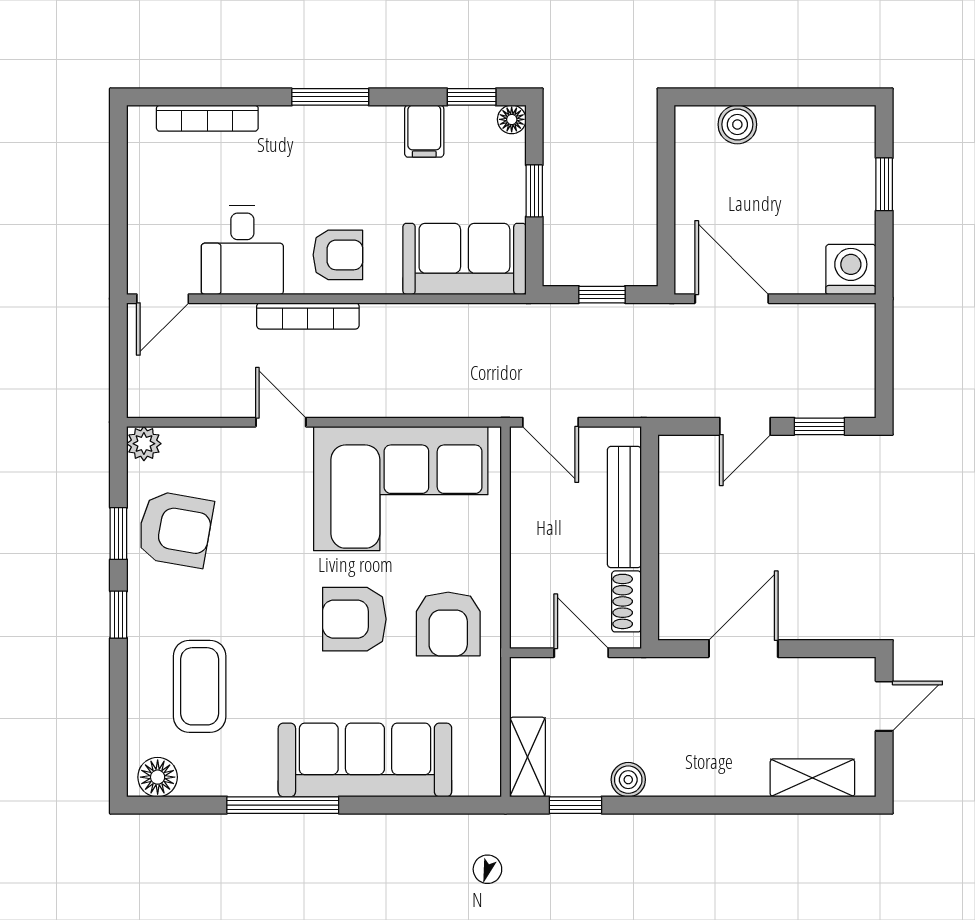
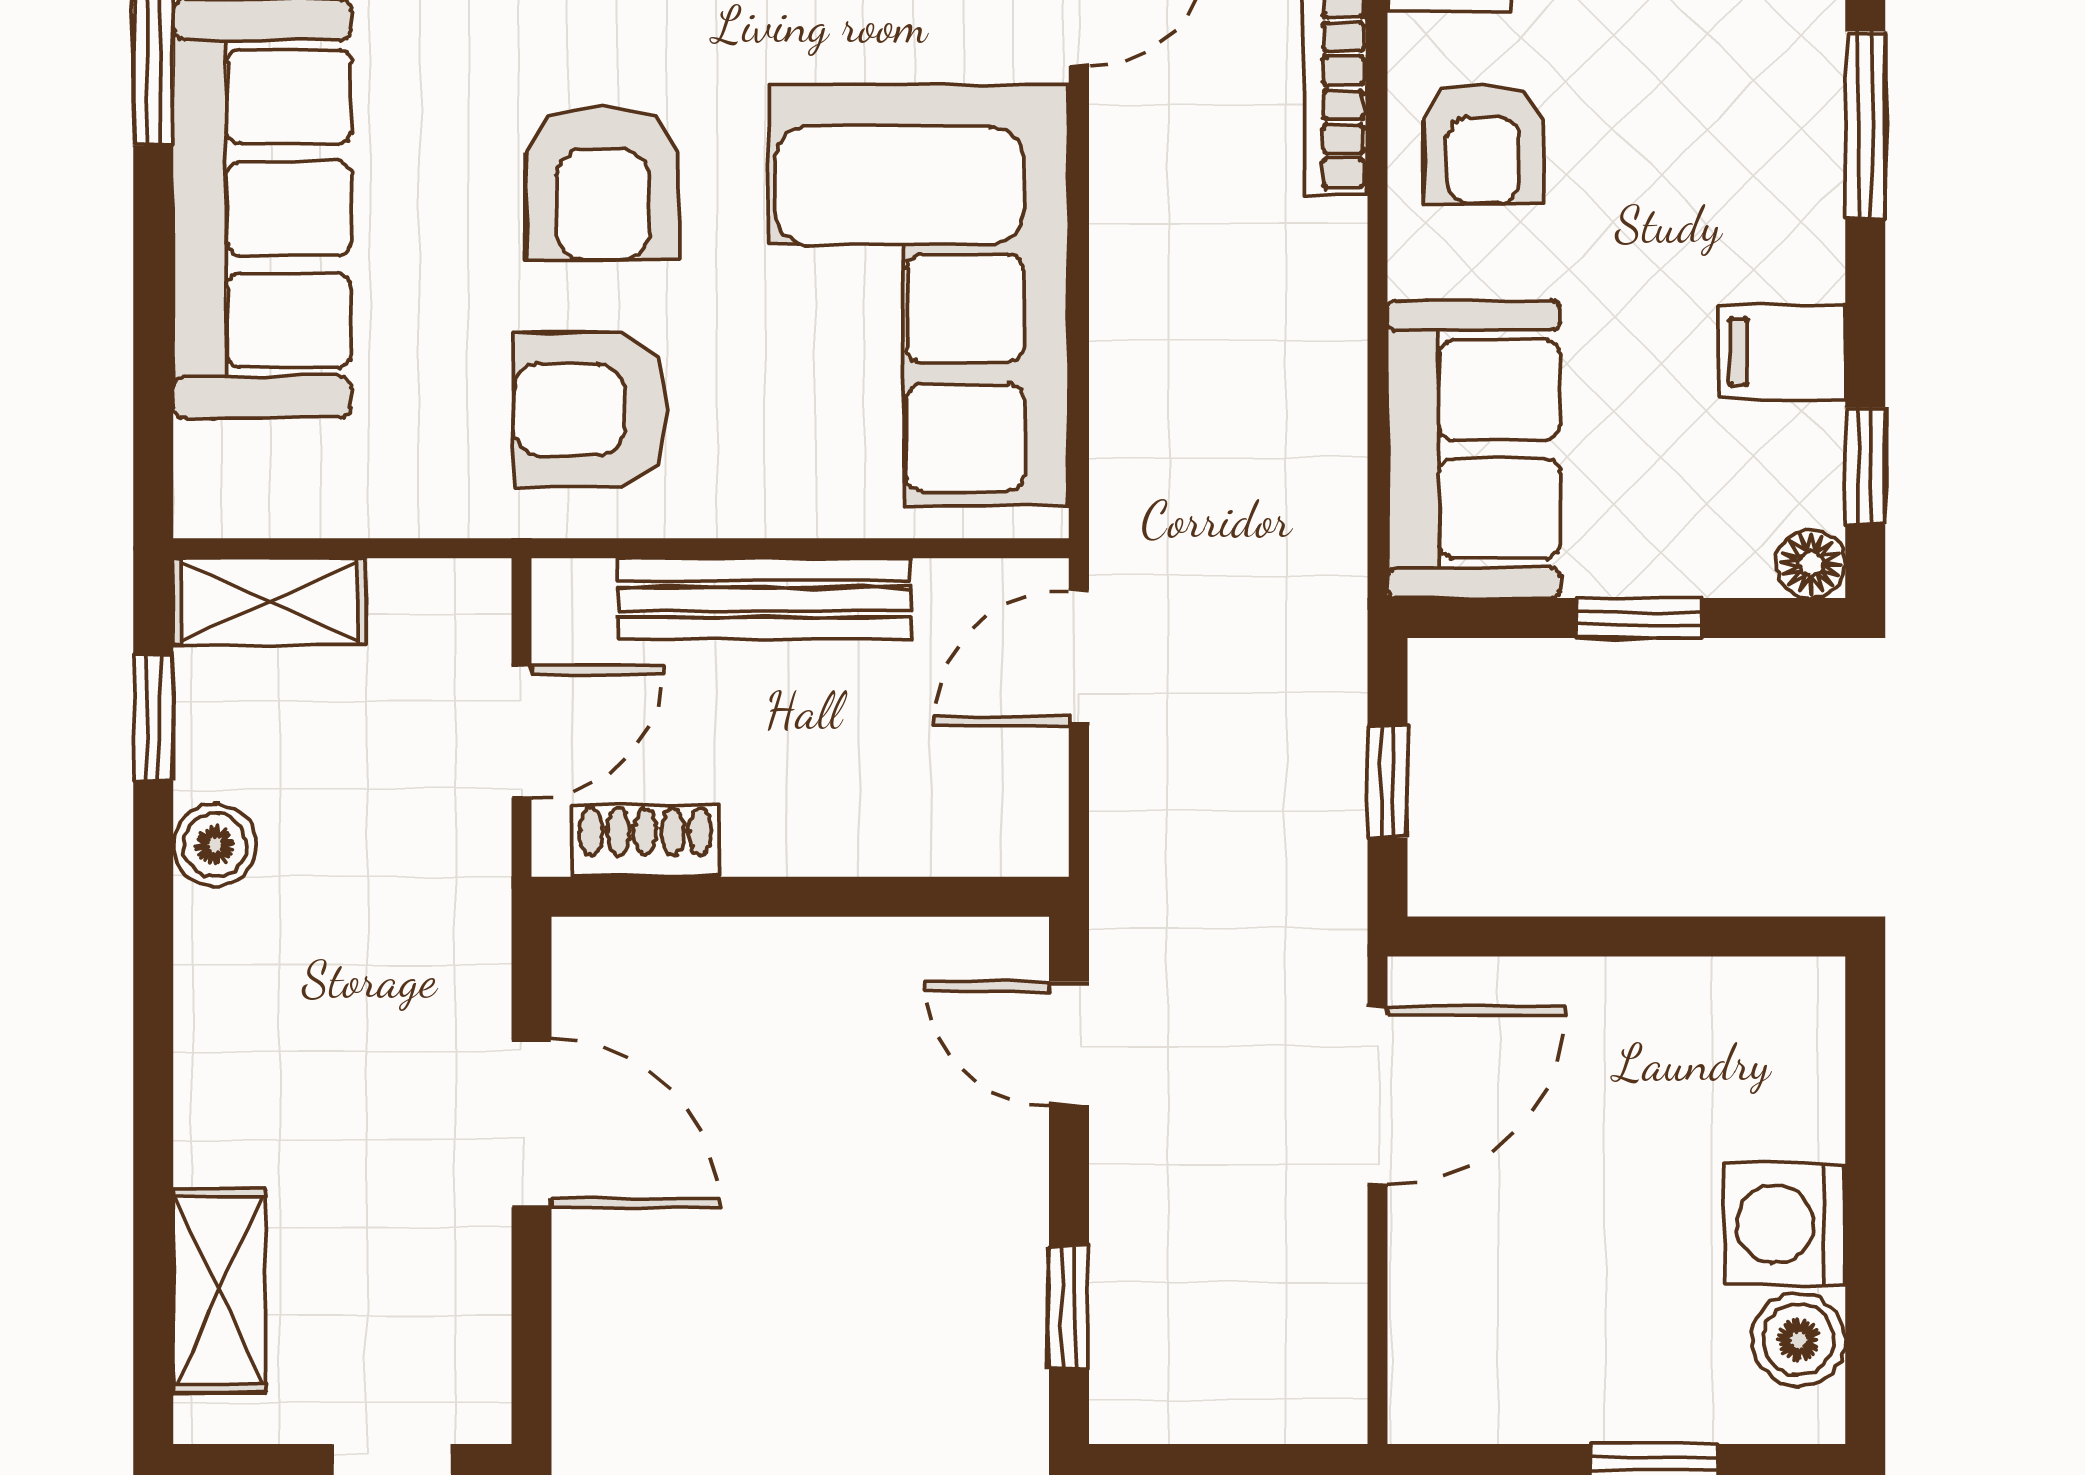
boiler: (737, 124) -> (1799, 1340), moved
washing machine: (851, 269) -> (1785, 1224), moved, turned 180
door: (745, 426) -> (1069, 1043), moved
bench: (624, 507) -> (764, 599), moved
armchair: (354, 619) -> (603, 183), turned 180

